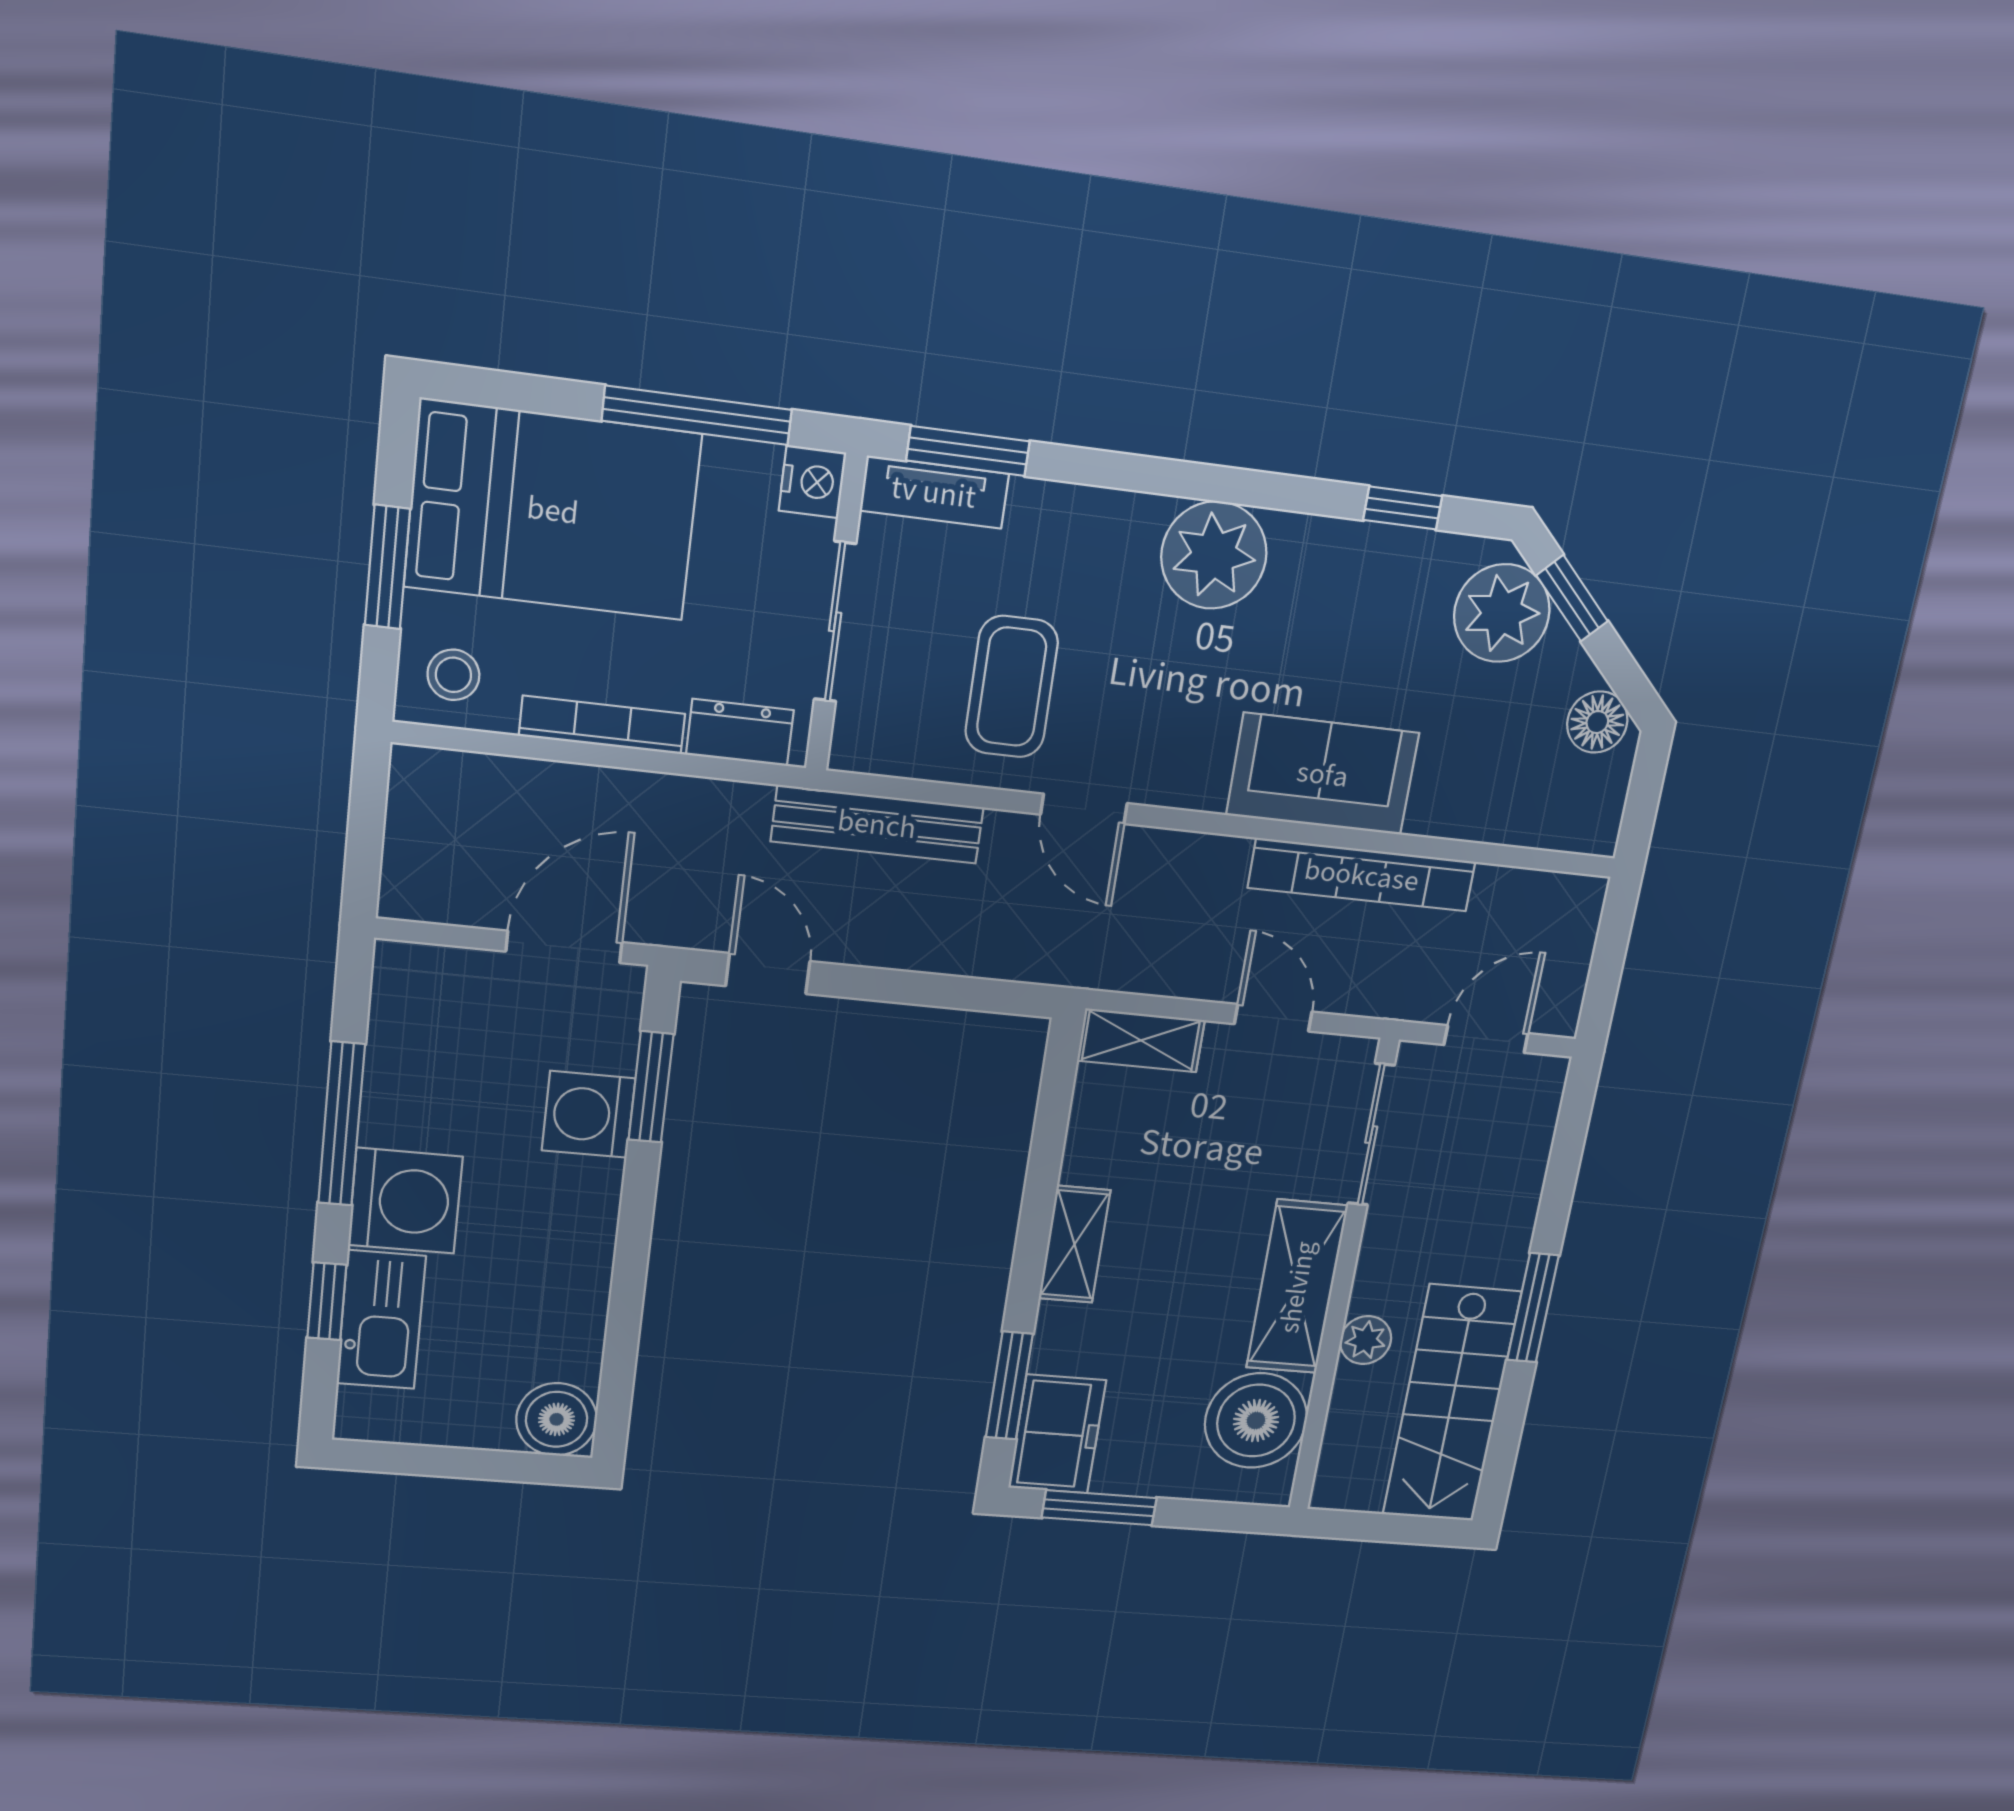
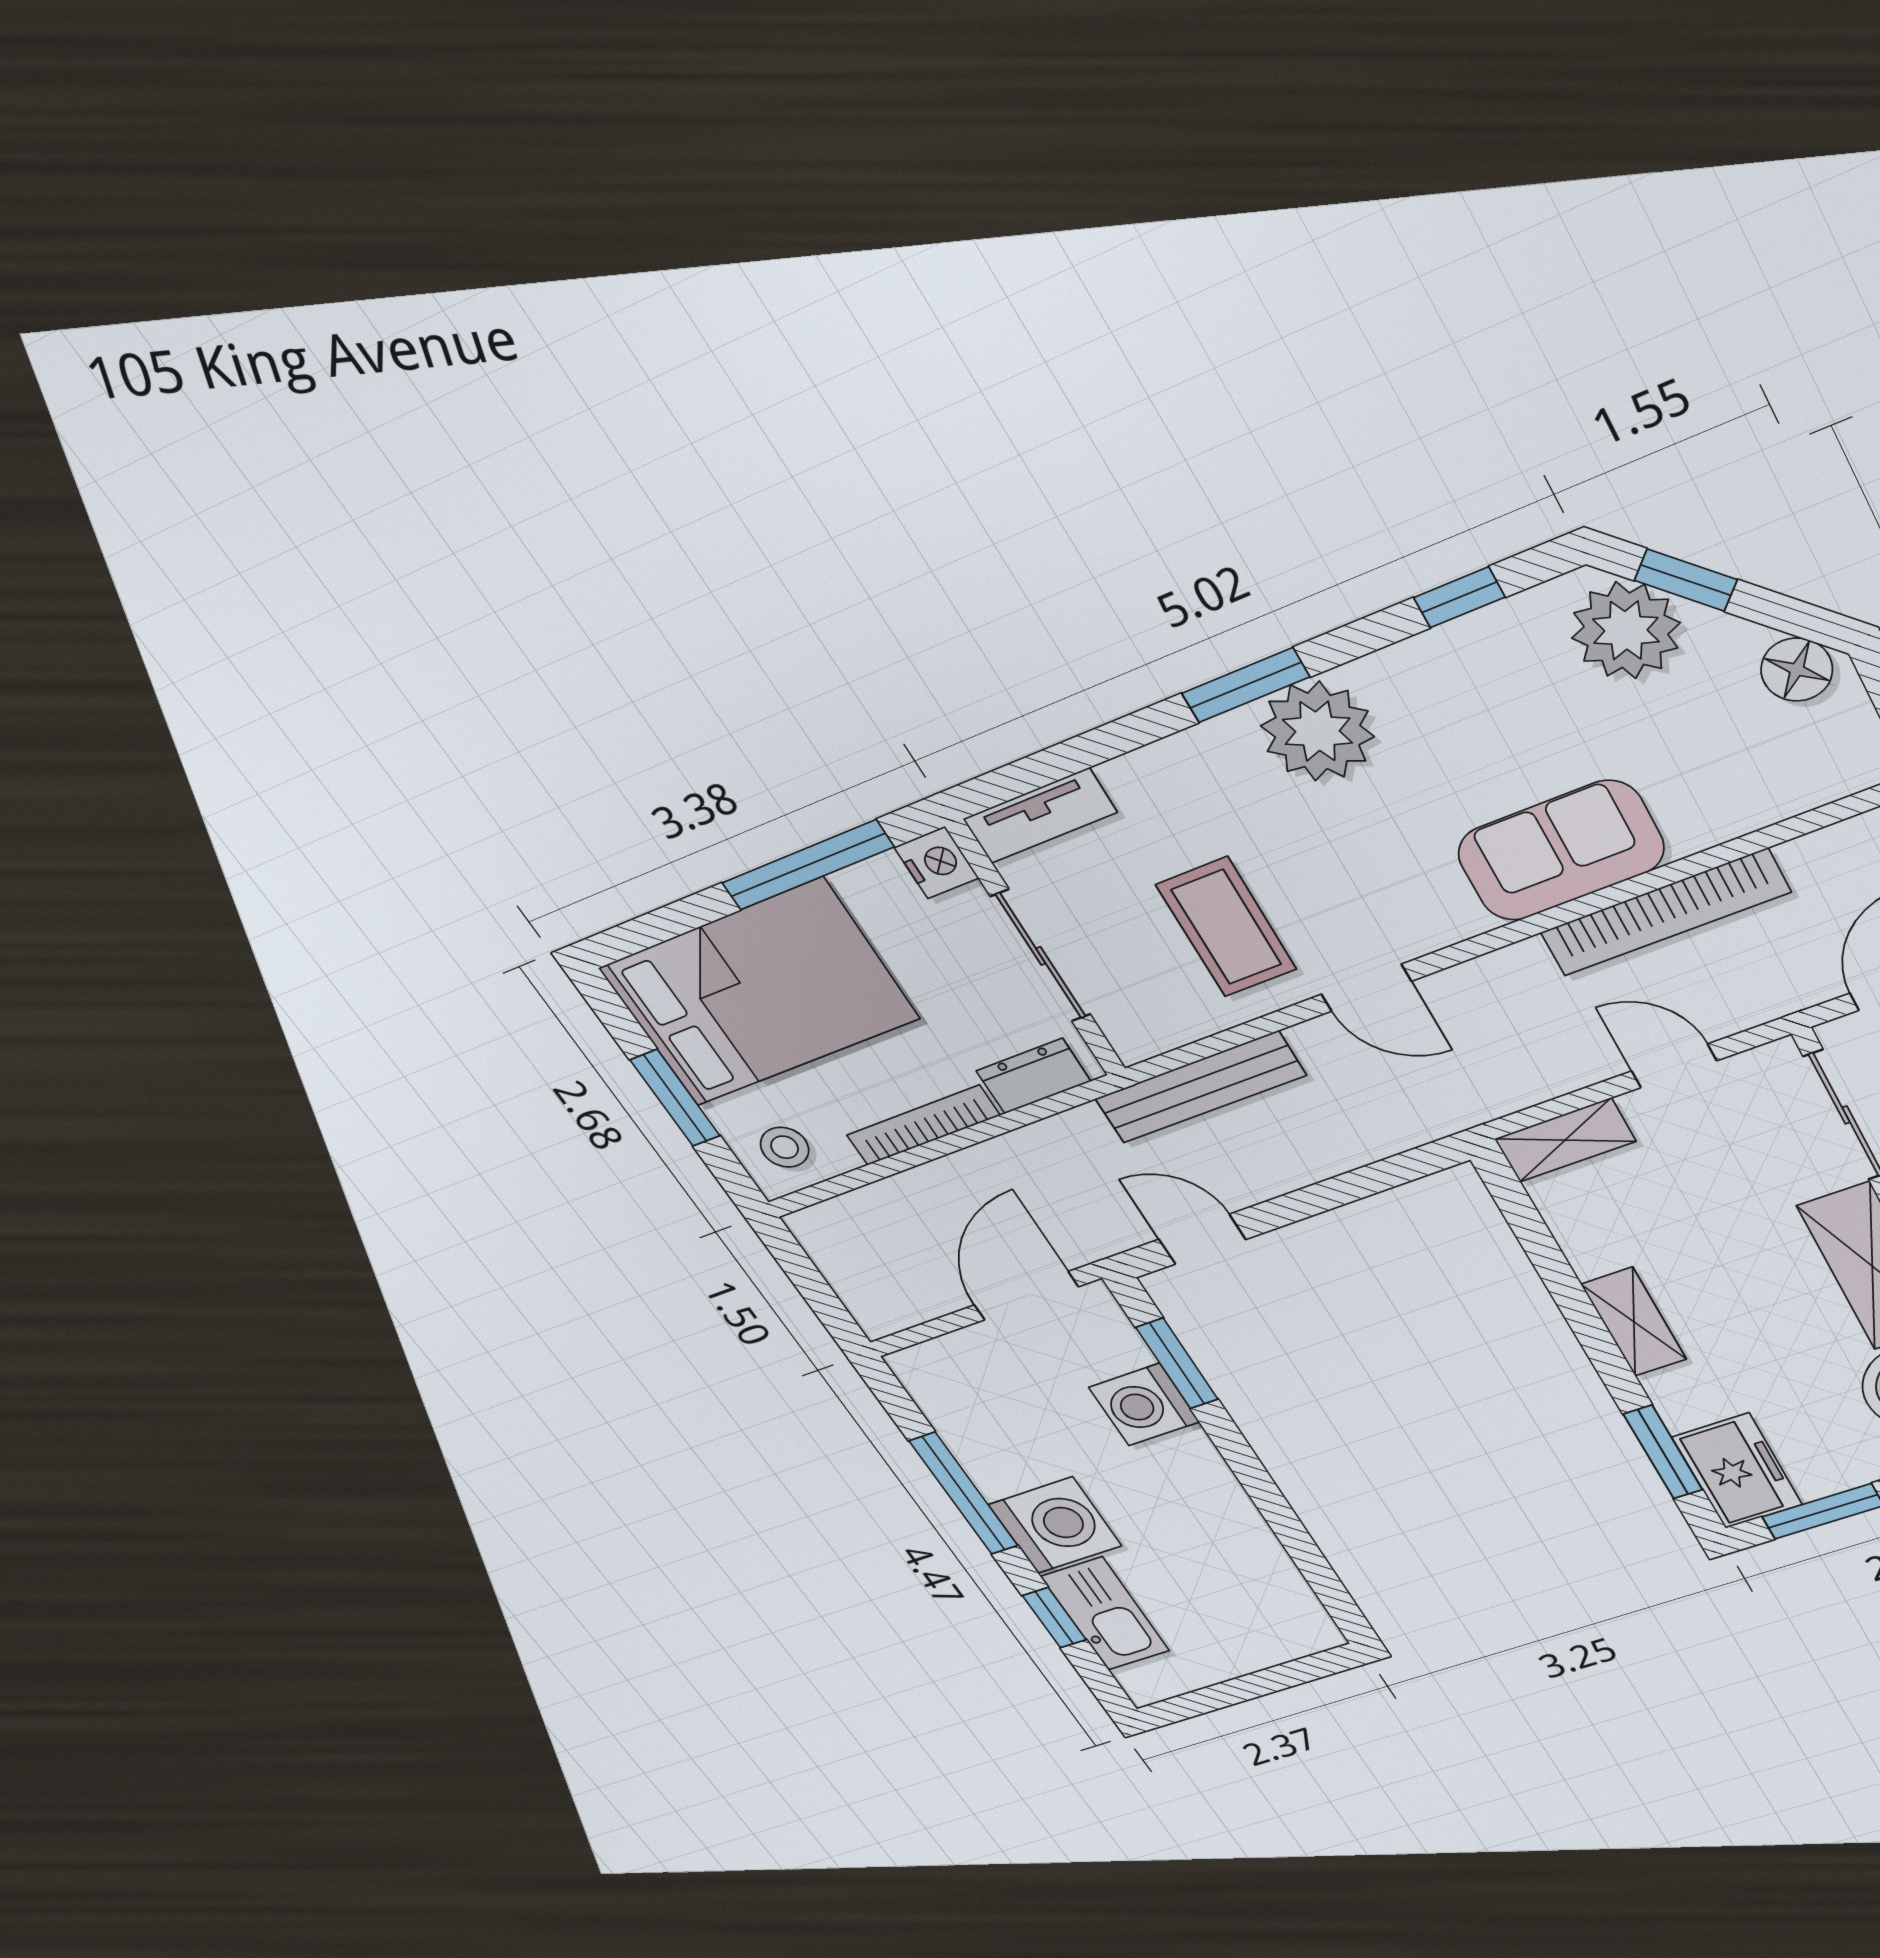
window: (968, 451) -> (1246, 685), moved
boiler: (557, 1419) -> (1298, 1628), removed

